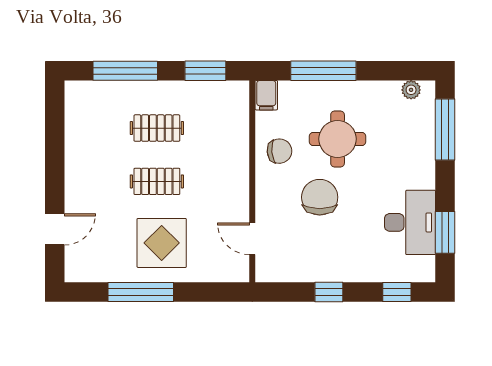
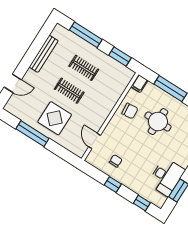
bench: (75, 147) -> (44, 54), added
chair: (320, 197) -> (116, 161), moved, width x0.54, depth x0.54

